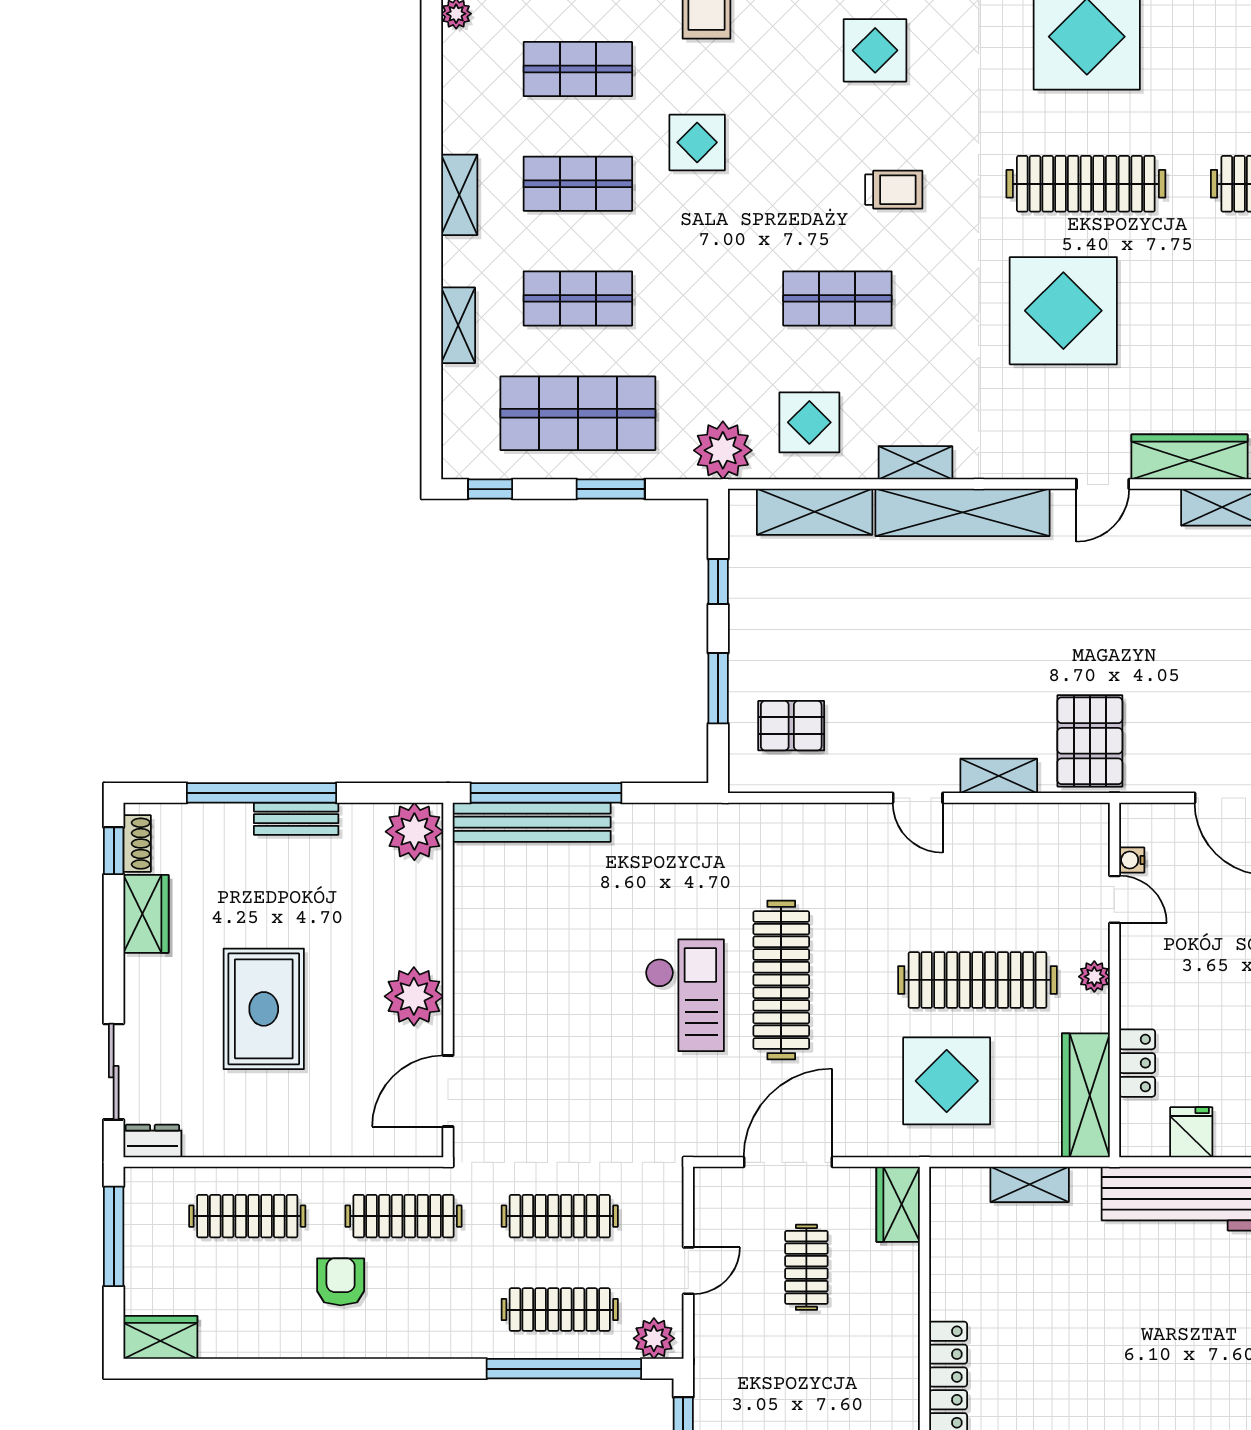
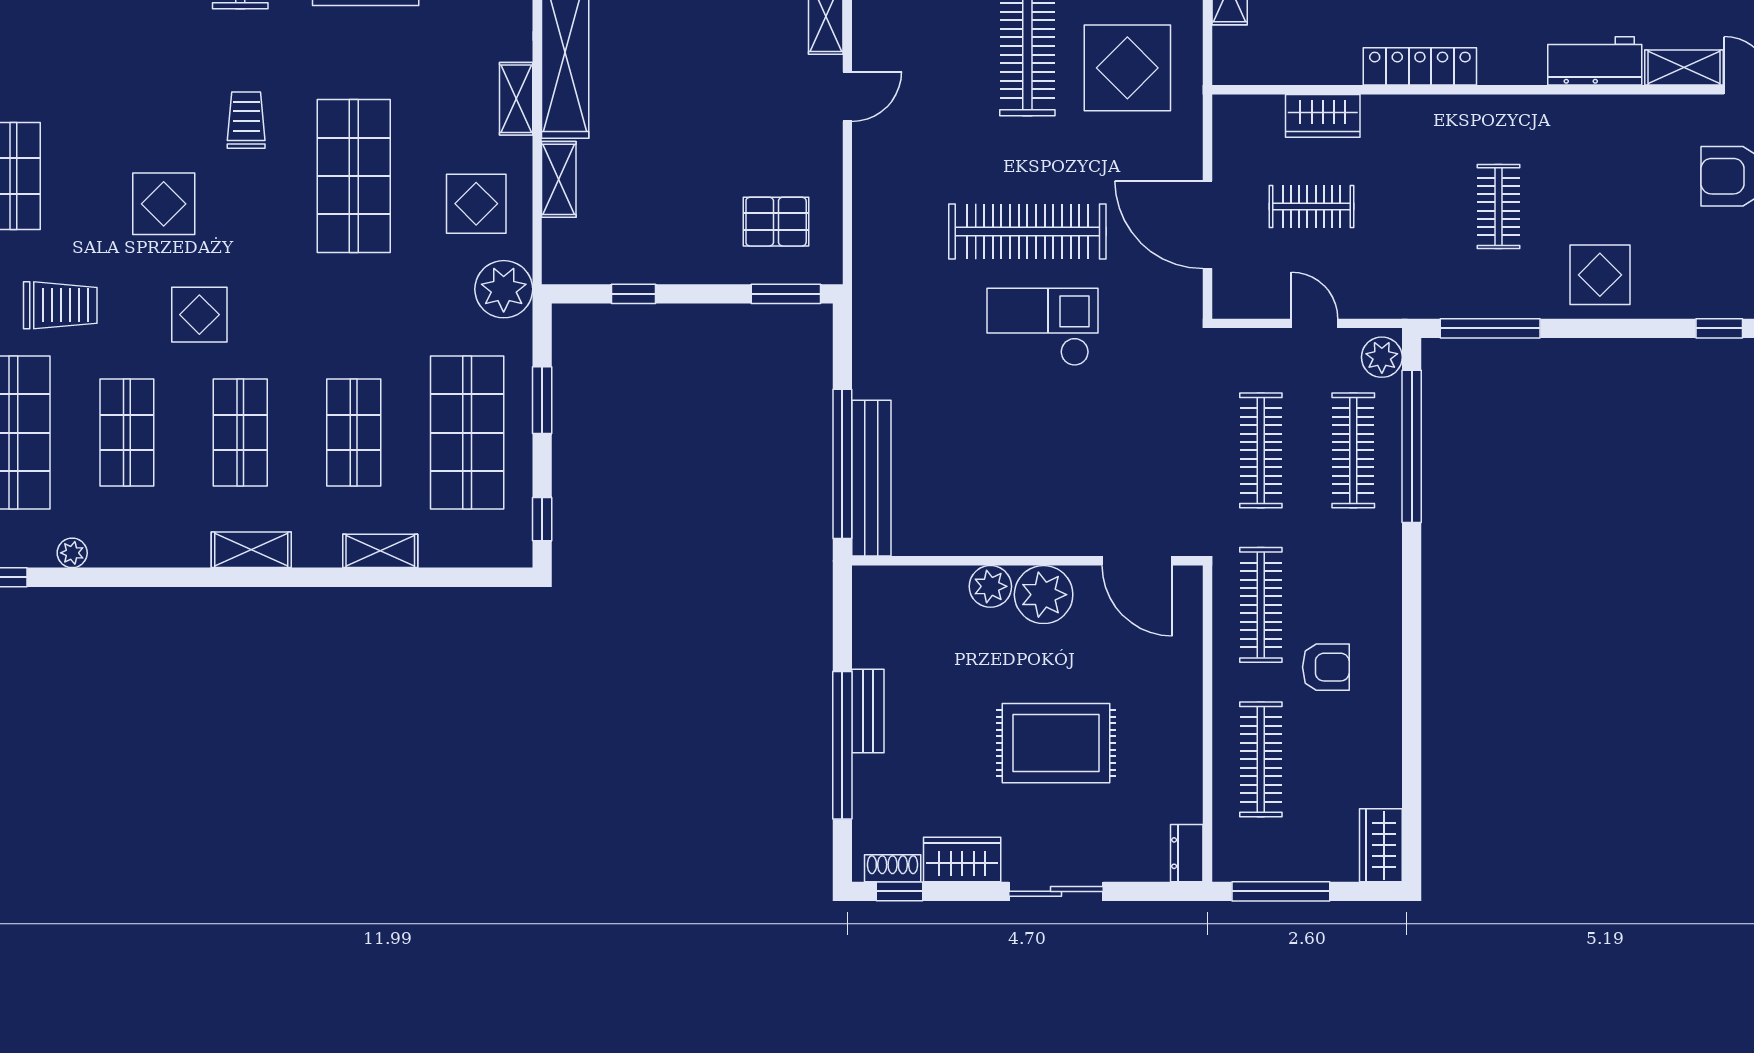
display table: (875, 50) -> (164, 204), moved
shop shelf: (837, 298) -> (354, 176), width x1.43, depth x1.36
shelving: (815, 512) -> (559, 179), width x0.67, depth x0.75
window: (718, 688) -> (786, 294), moved
pallet: (791, 726) -> (776, 222), turned 90
plant: (414, 832) -> (990, 586), moved, width x0.73, depth x0.73
sliding door: (114, 1072) -> (1056, 891), moved
wardrobe: (898, 1204) -> (1323, 116), moved
armchair: (341, 1282) -> (1326, 667), turned 180

